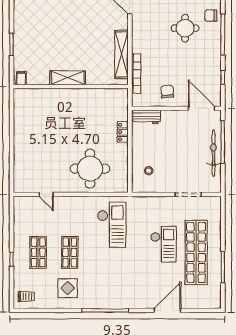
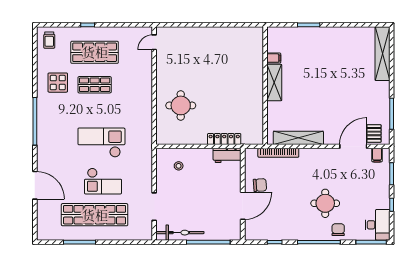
filing cabinet: (21, 78) -> (274, 58), moved
door: (202, 108) -> (243, 206), moved
workbench: (147, 117) -> (227, 155), moved, turned -90
locker: (123, 132) -> (224, 139), width x1.53
bicycle: (214, 153) -> (180, 233), moved
round table: (90, 169) -> (181, 105), width x0.73, depth x0.73
door: (46, 194) -> (154, 42), moved
checkout: (112, 225) -> (101, 143), moved, turned 180
shop shelf: (38, 252) -> (95, 52), width x1.43, depth x1.36

